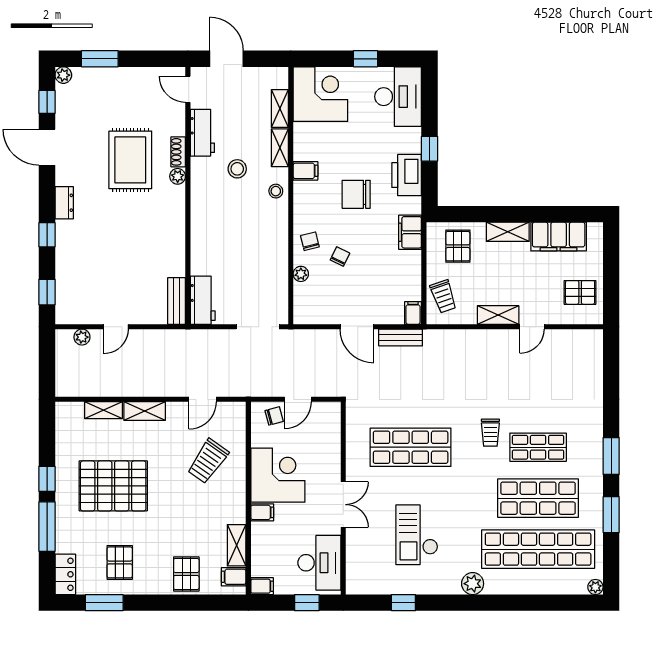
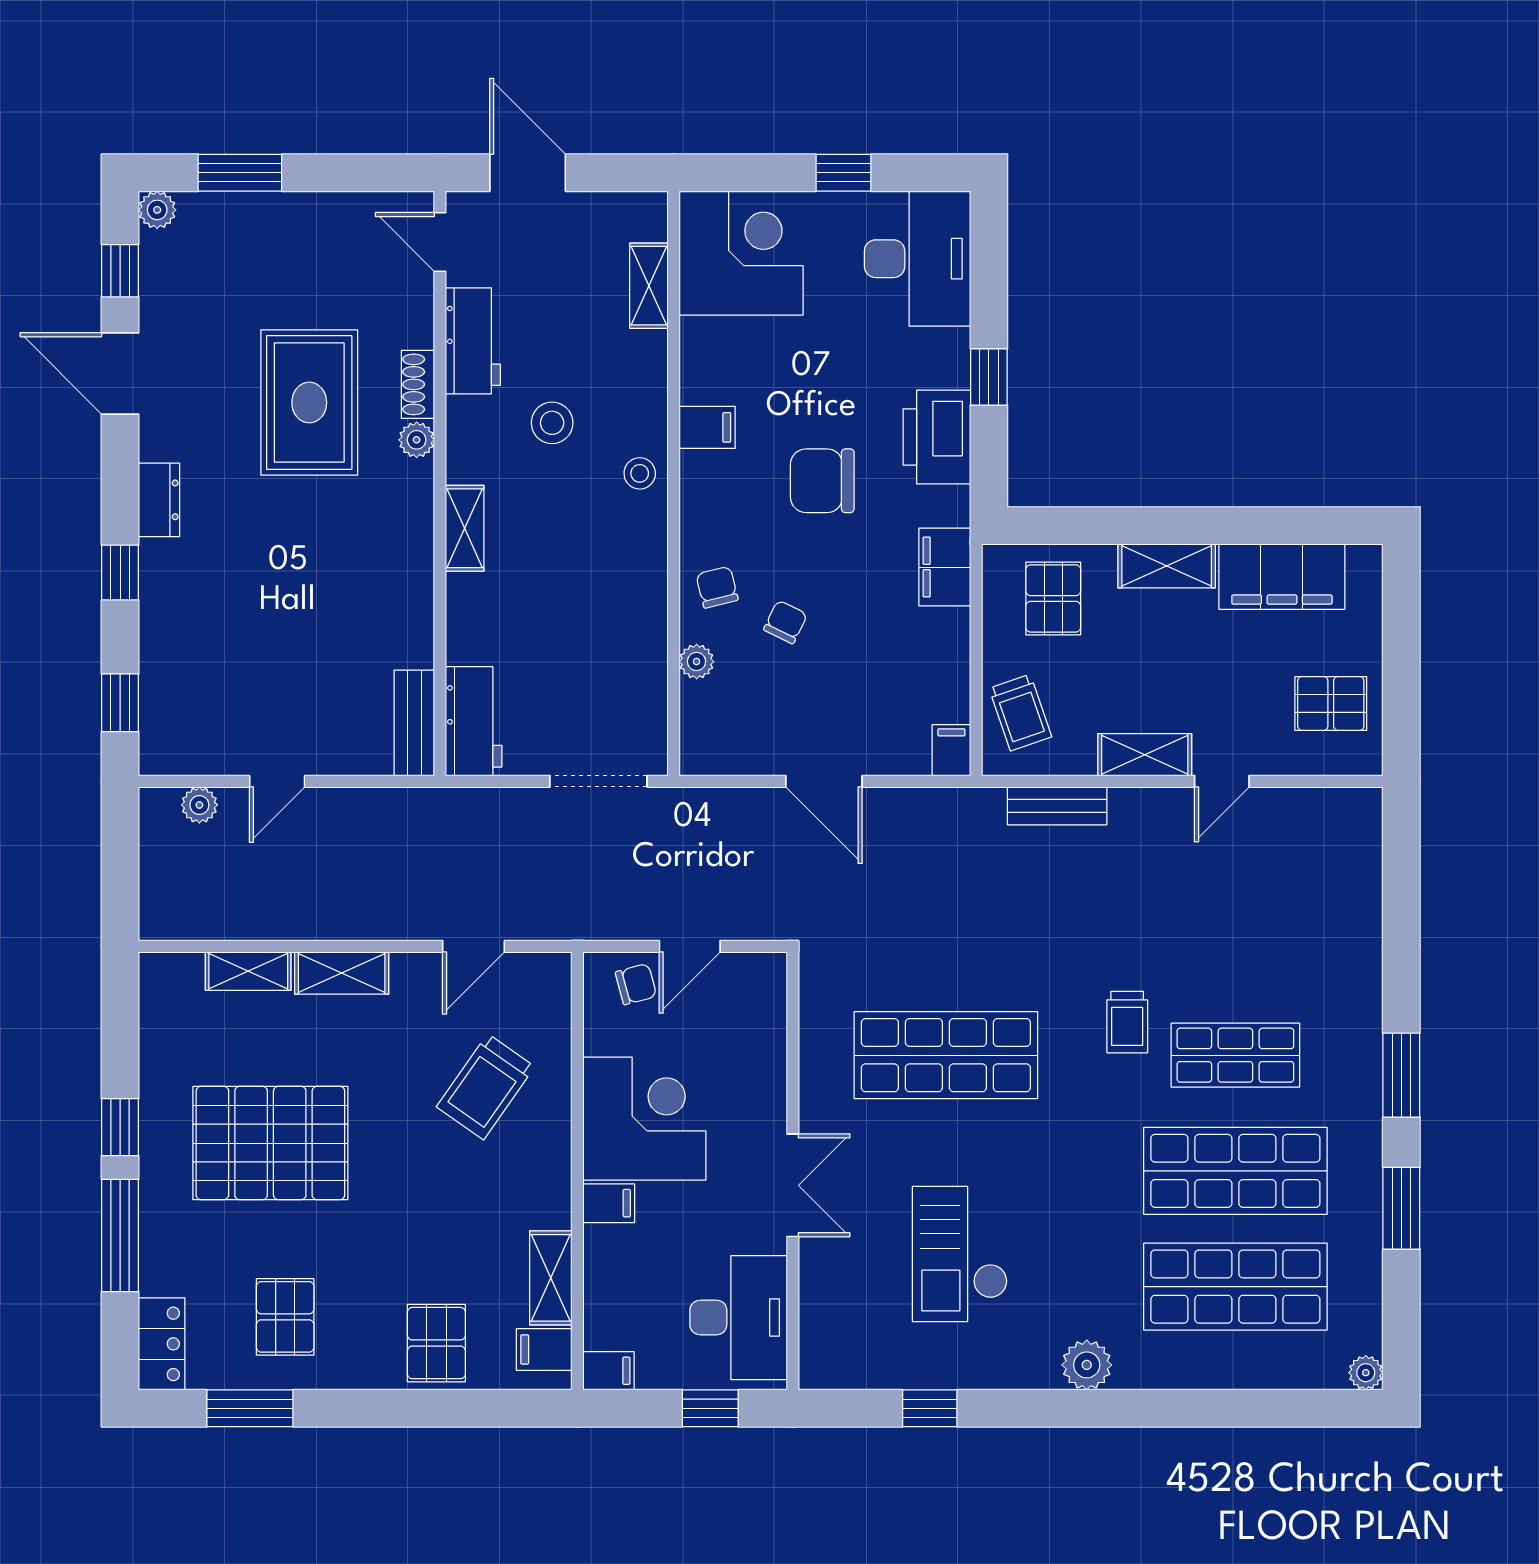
shelving: (280, 148) -> (465, 528), moved
bench: (401, 337) -> (1057, 806), moved
shop shelf: (538, 549) -> (1235, 1287), width x0.71

